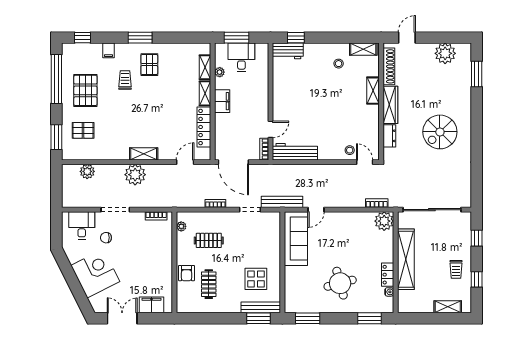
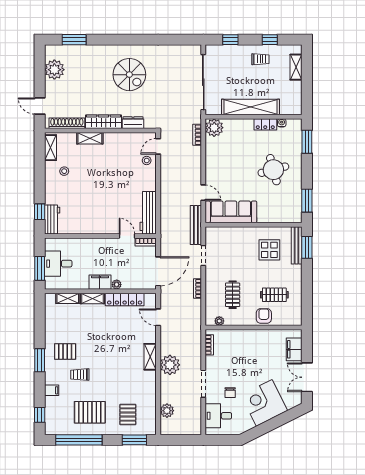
plant: (220, 72) -> (117, 285), moved
armchair: (187, 273) -> (264, 316), turned -90

